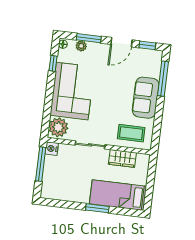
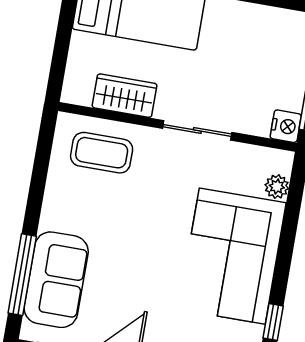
sofa: (146, 98) -> (56, 280), moved
plant: (58, 127) -> (277, 187), width x0.53, depth x0.53

